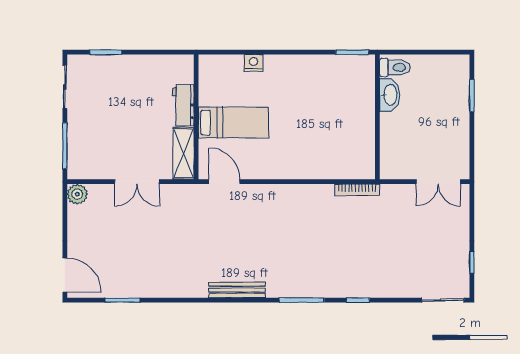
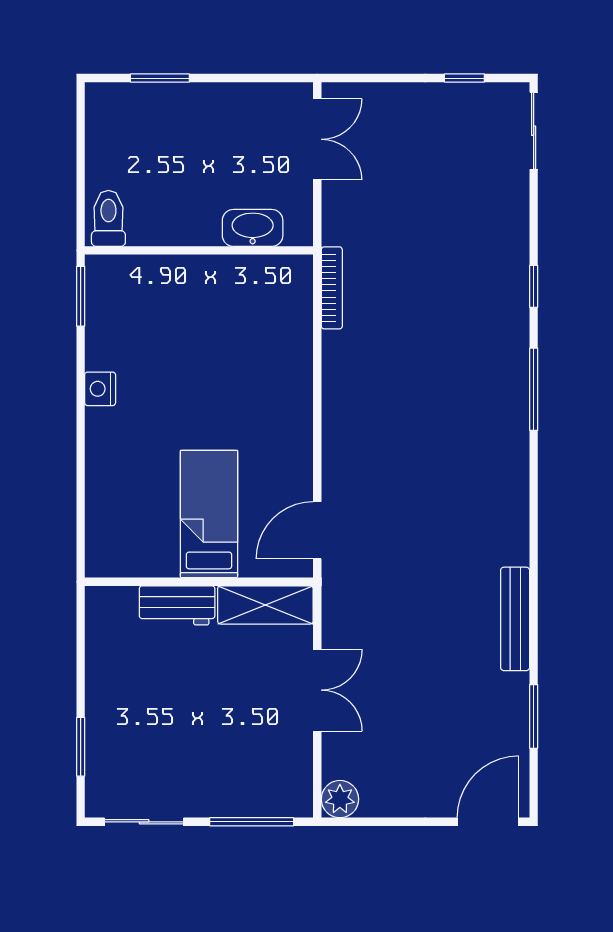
nightstand: (253, 63) -> (100, 389), moved
washbasin: (390, 95) -> (253, 228), moved
bench: (237, 290) -> (515, 619), moved

